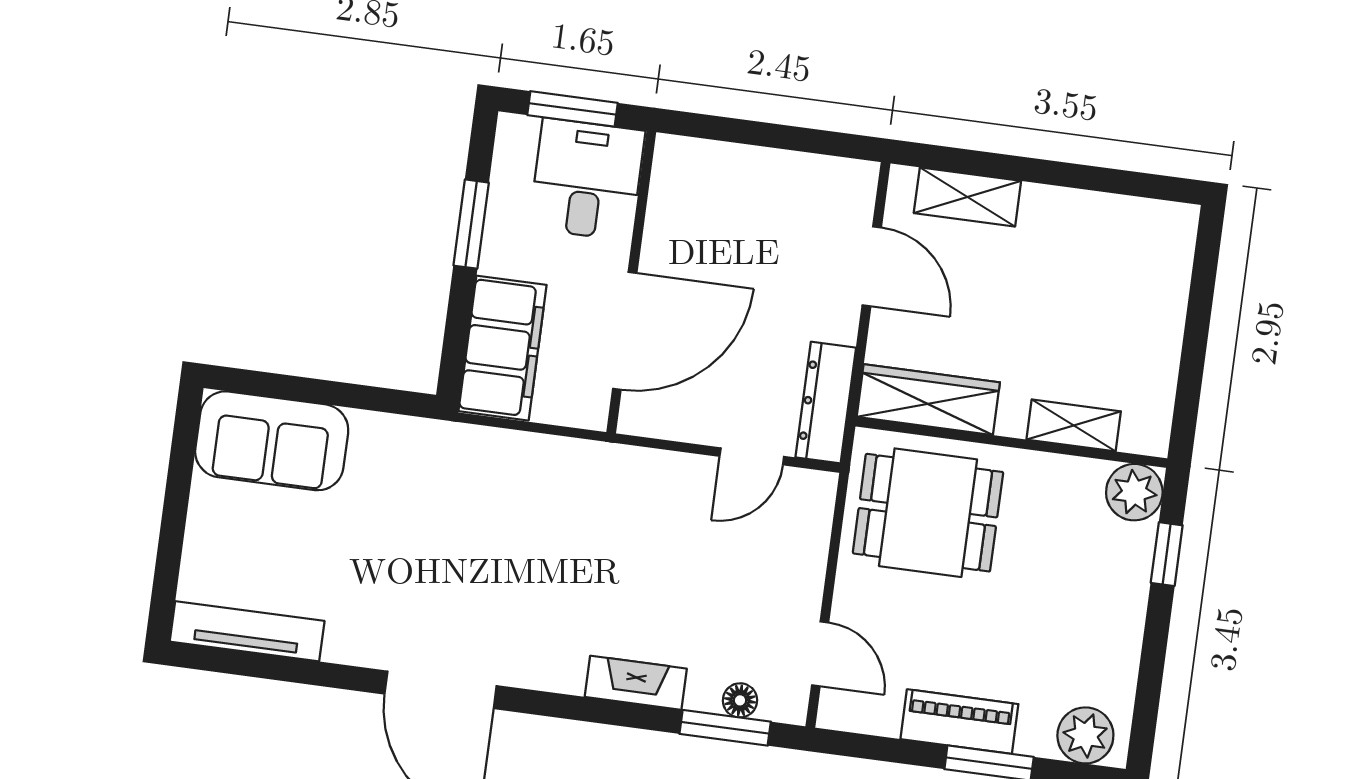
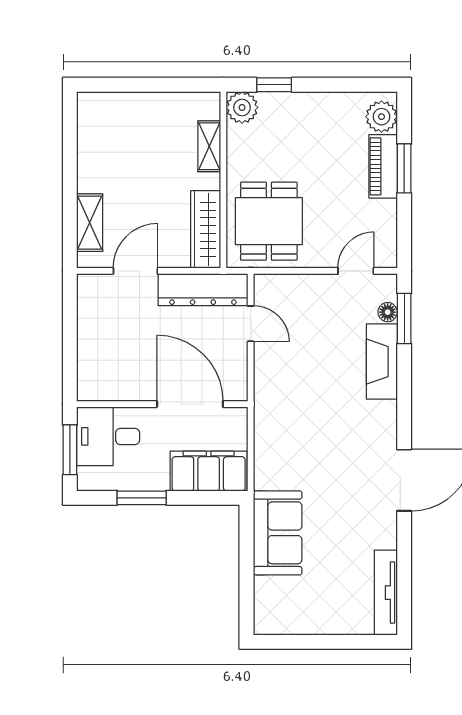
dresser: (826, 403) -> (203, 290), width x1.37, depth x1.24
sofa: (272, 441) -> (278, 533), moved
fireplace: (636, 683) -> (382, 362), width x1.37, depth x1.32
piano: (959, 722) -> (383, 166), moved

